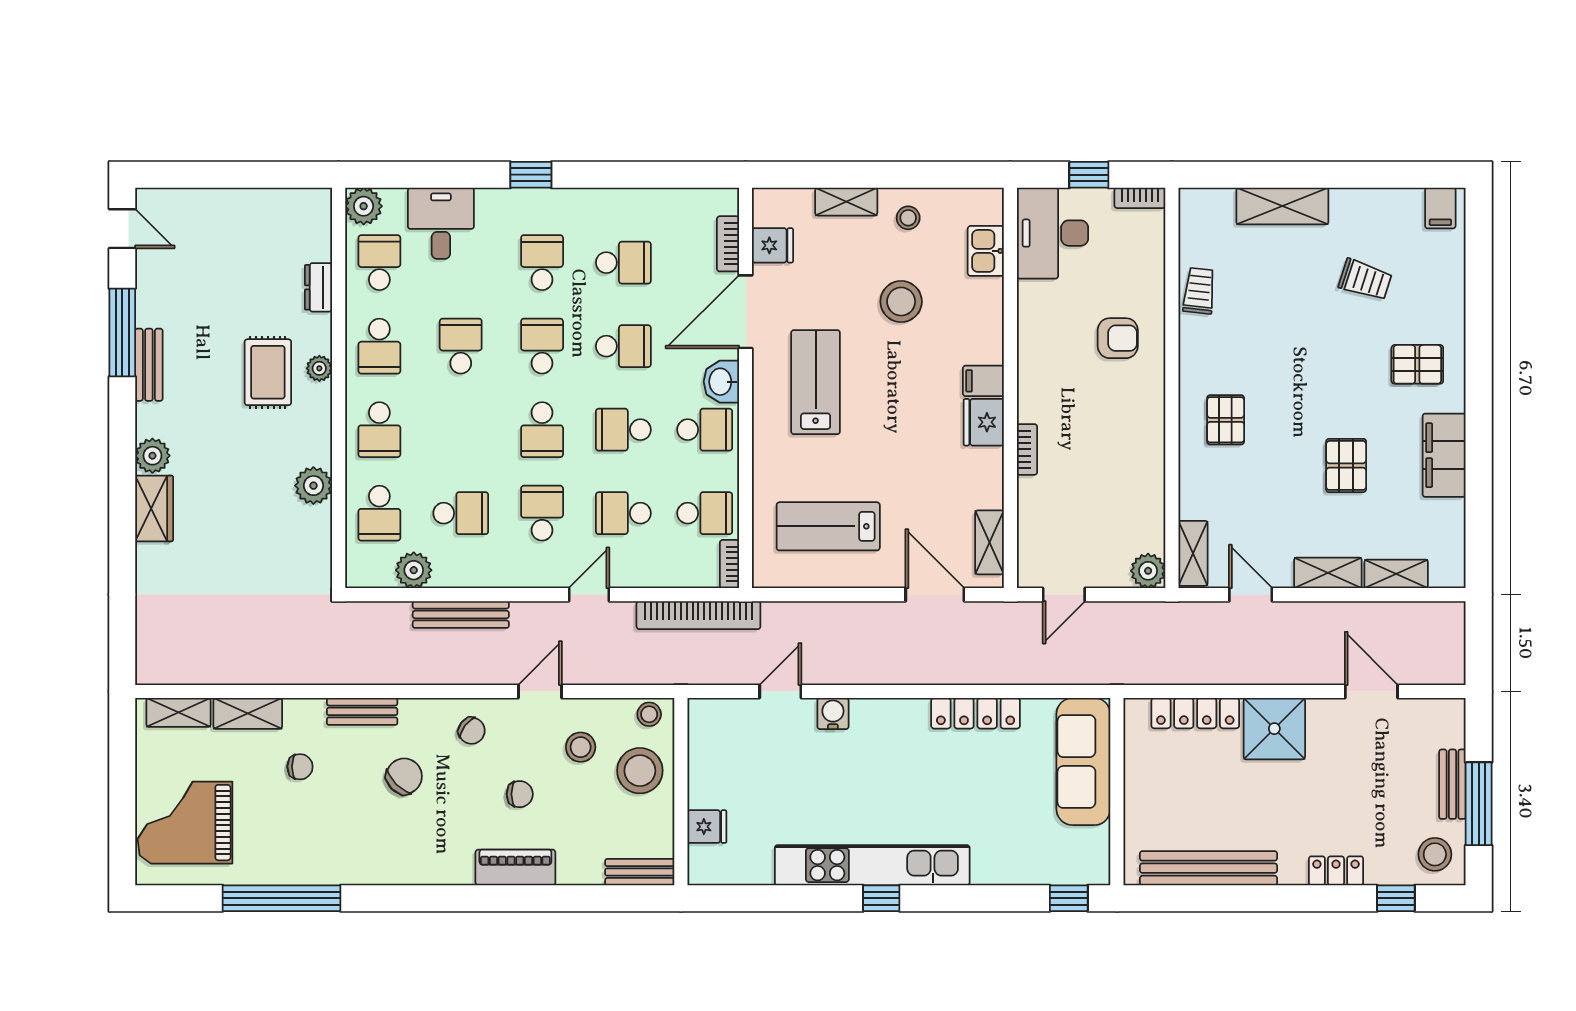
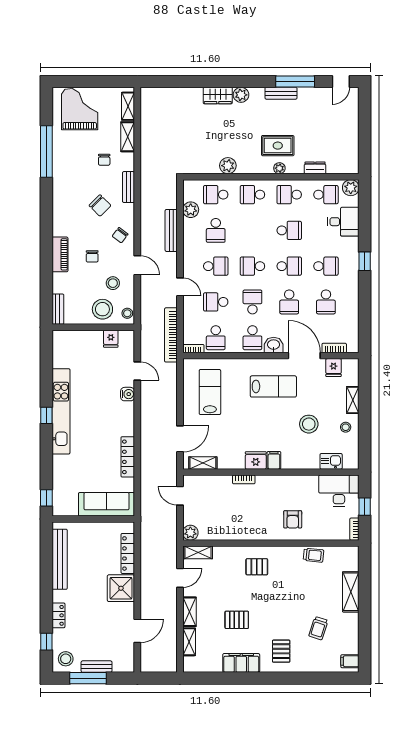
school desk: (623, 513) -> (216, 302), turned -90
fridge: (707, 827) -> (111, 339), moved

